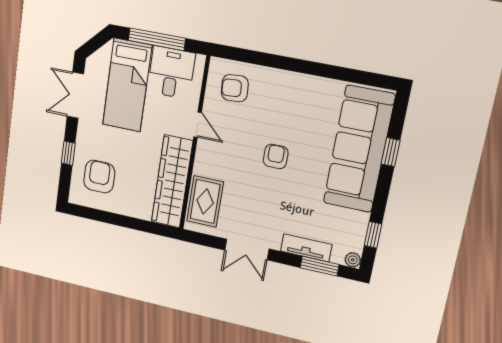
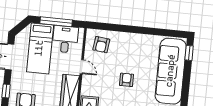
armchair: (235, 88) -> (101, 45), turned -79
window: (391, 152) -> (189, 53), moved

